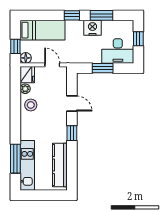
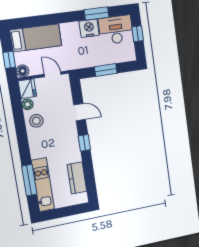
window: (72, 15) -> (65, 17), removed
desk: (118, 51) -> (116, 30), moved, turned 180
kitchen counter: (60, 165) -> (77, 178), width x0.67

